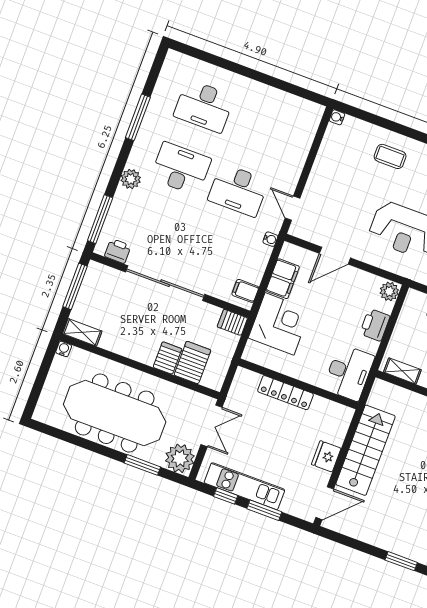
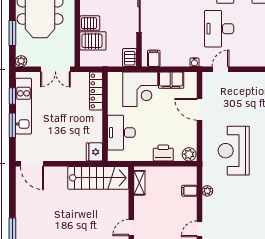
desk: (349, 372) -> (121, 133), moved, turned 90
locker: (285, 393) -> (96, 91), moved
stairs: (366, 450) -> (98, 178), moved
fridge: (326, 456) -> (94, 152), moved, turned -90
plant: (180, 458) -> (21, 61), width x0.53, depth x0.53

